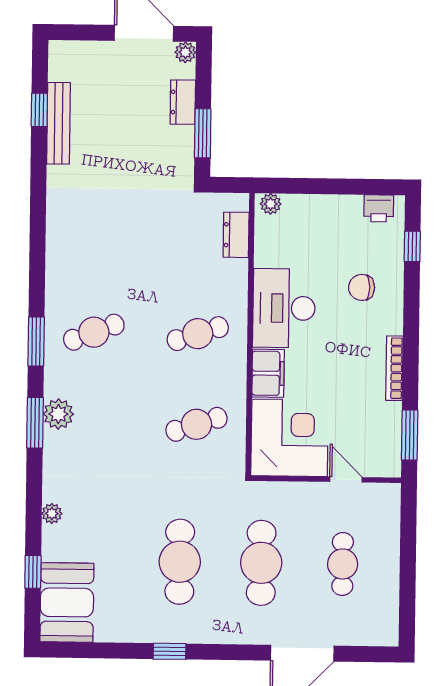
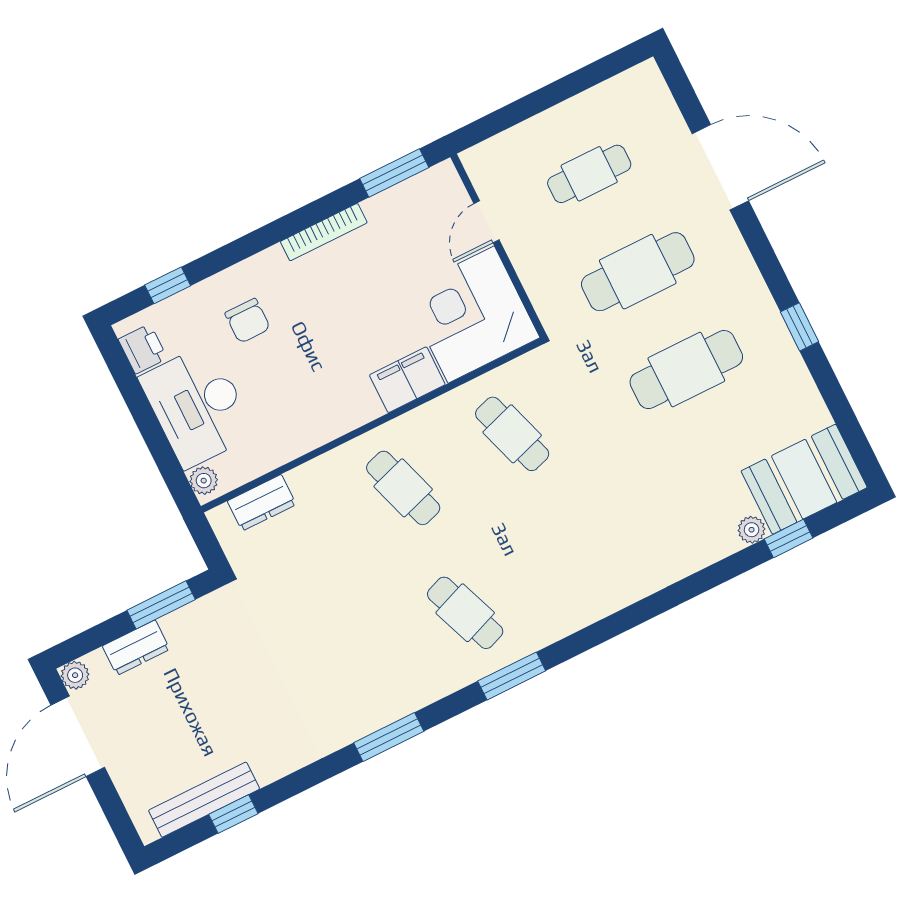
bench: (59, 123) -> (204, 800), moved
desk: (284, 308) -> (197, 406), moved, turned 90
plant: (58, 414) -> (585, 605), removed
window: (35, 423) -> (389, 737), moved
plant: (52, 513) -> (752, 530), moved

